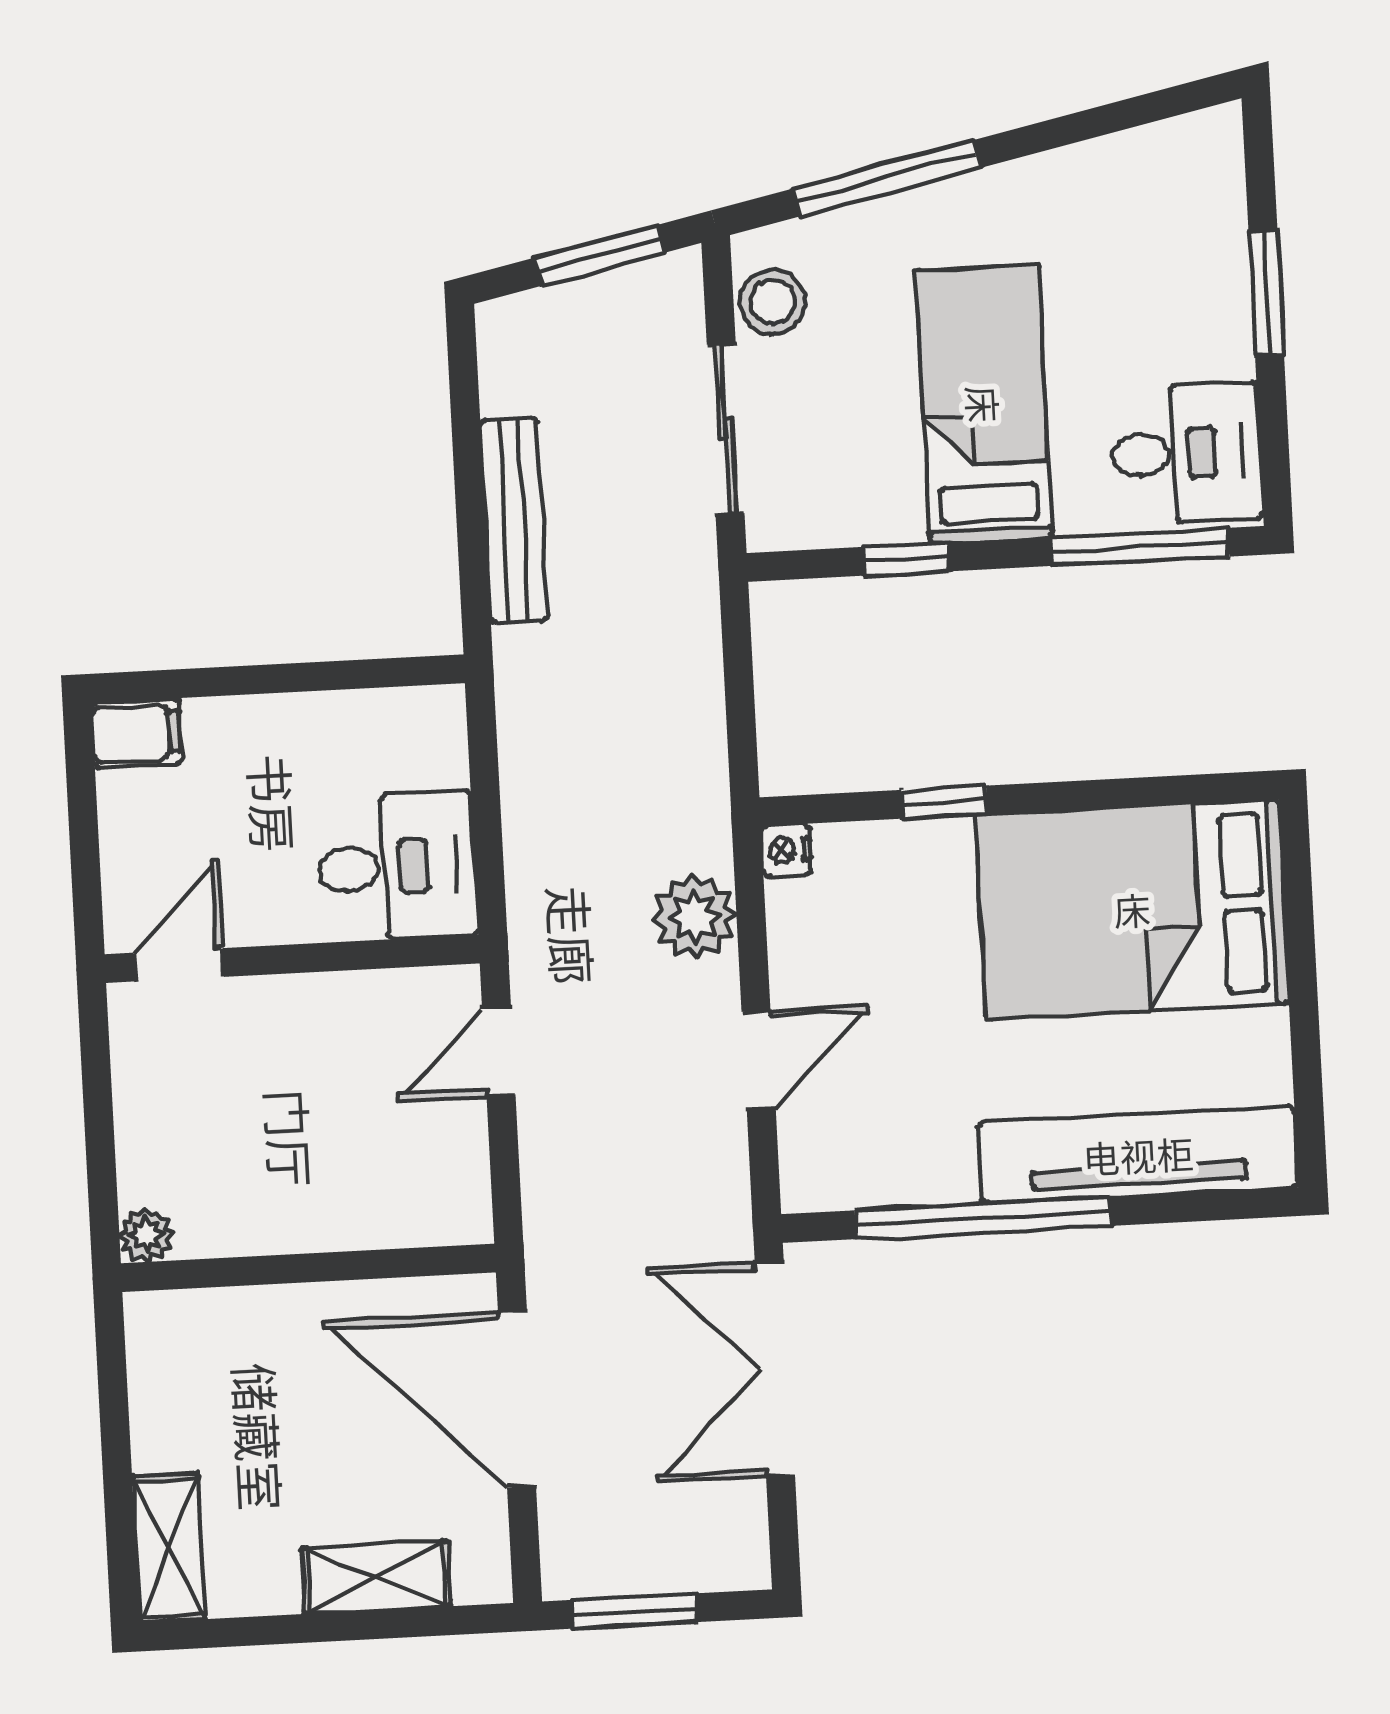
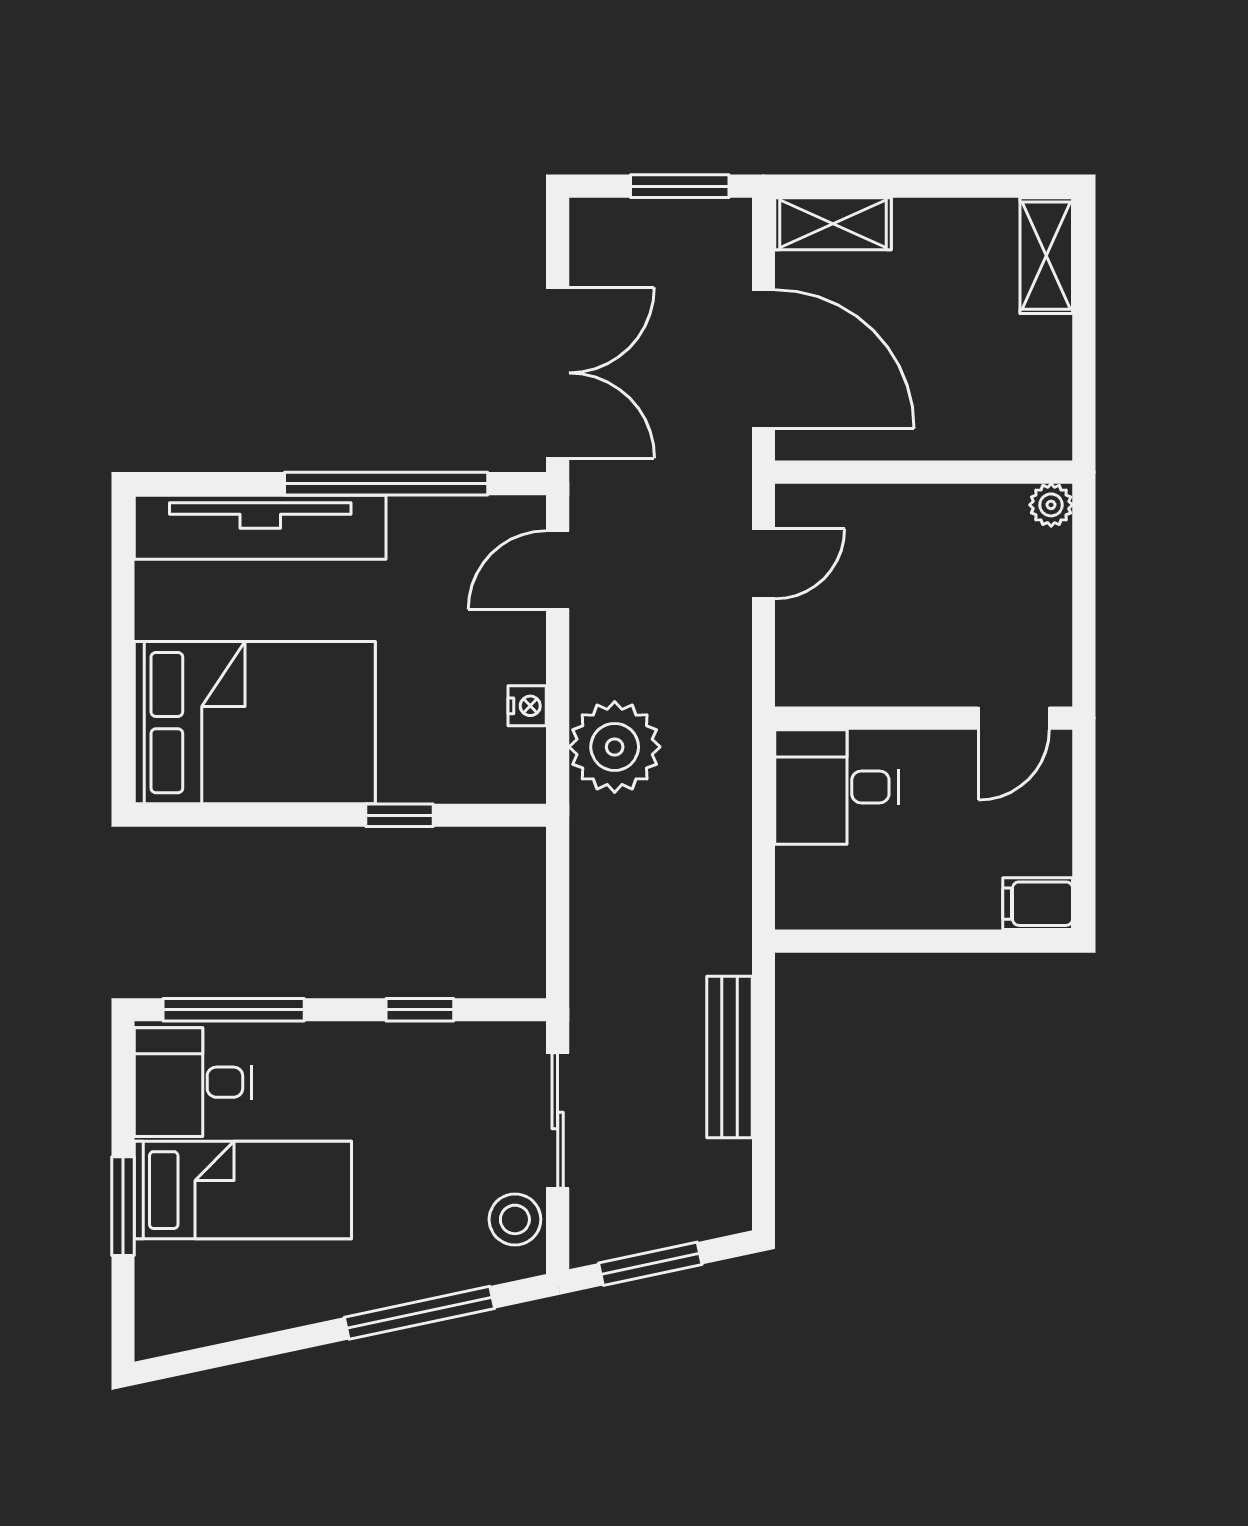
bed: (984, 404) -> (243, 1190), moved, turned -90
nightstand: (786, 850) -> (527, 706), moved
plant: (695, 917) -> (615, 747), width x1.36, depth x1.36
door: (499, 1051) -> (764, 564), moved
door: (759, 1060) -> (558, 570), moved
shelving: (376, 1577) -> (833, 224), moved

